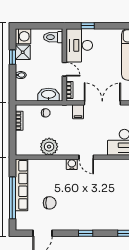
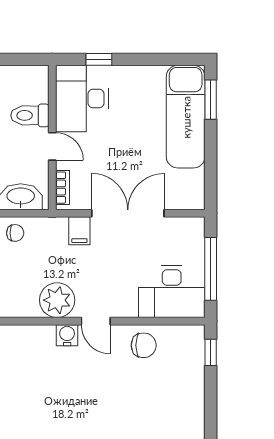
toilet: (53, 37) -> (30, 115), moved
plant: (49, 147) -> (57, 300), moved
chair: (50, 203) -> (144, 345), moved

